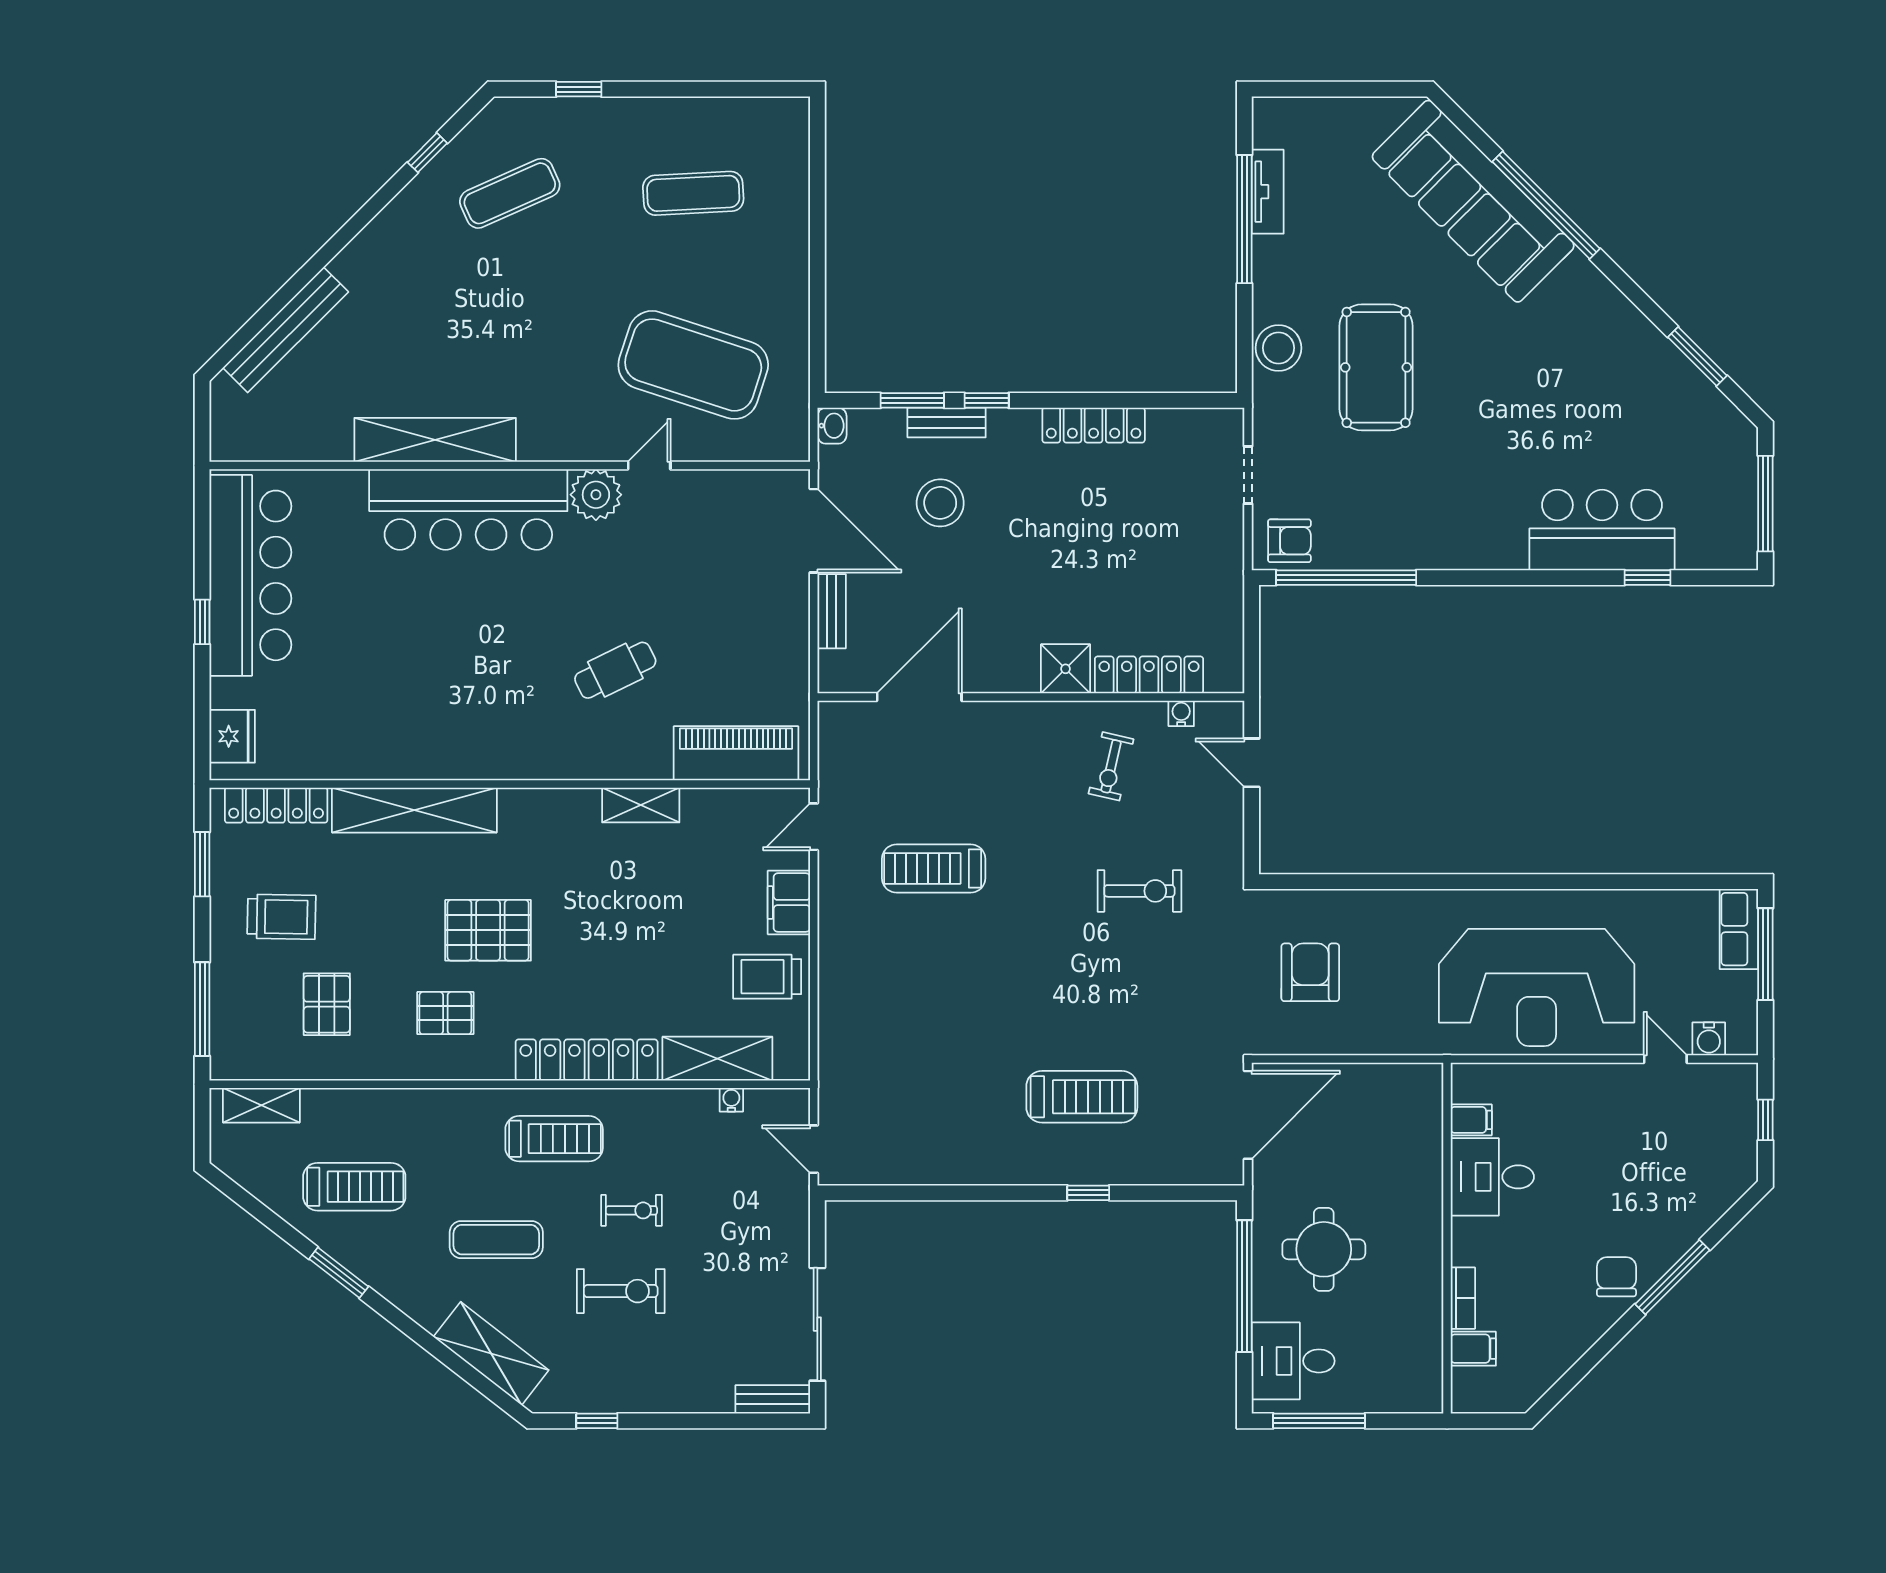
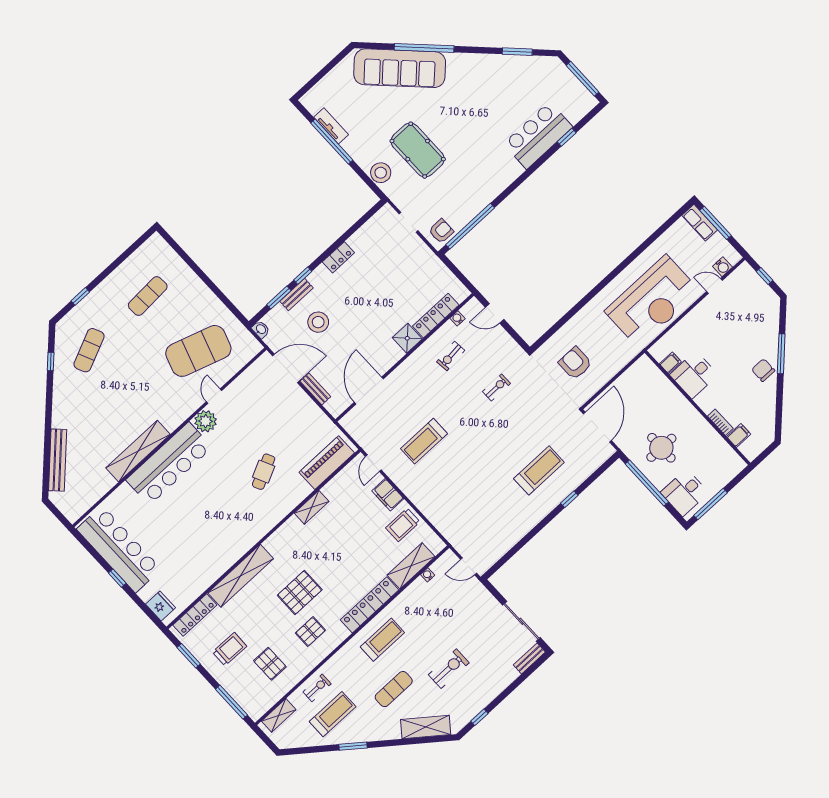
locker: (1094, 425) -> (338, 257), width x0.66
exercise bike: (1111, 766) -> (451, 356), turned 71
exercise bike: (1139, 891) -> (497, 388), width x0.73, depth x0.72
exercise bike: (632, 1210) -> (317, 688), moved

